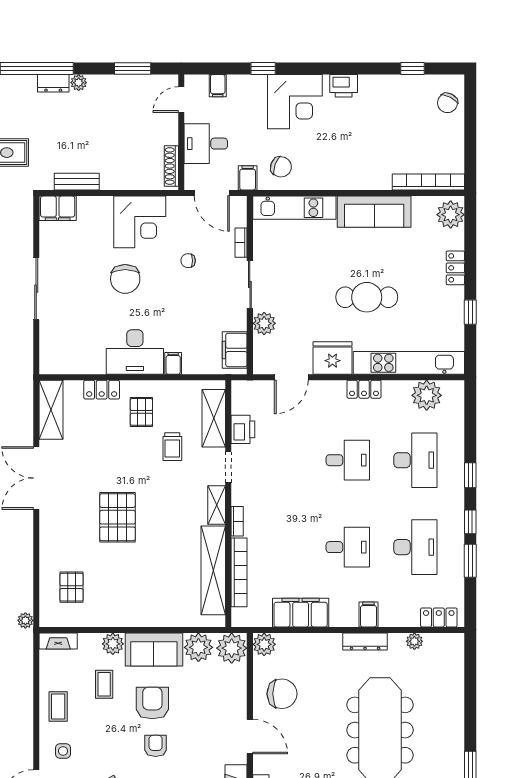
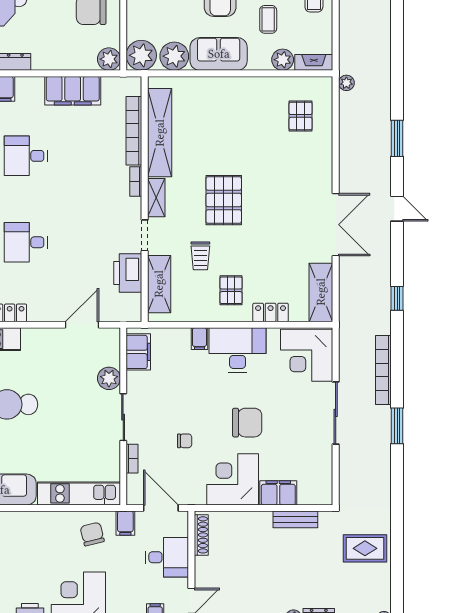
chair: (281, 167) -> (92, 534), turned 56
filing cabinet: (58, 208) -> (278, 493), moved
chair: (125, 279) -> (247, 423), turned 90
corner desk: (65, 347) -> (307, 355), added
fridge: (332, 358) -> (41, 344), removed
printer: (243, 429) -> (128, 273), width x1.37, depth x1.19
trolley: (172, 447) -> (200, 256), turned 180
pallet: (117, 517) -> (224, 200), moved
plant: (113, 644) -> (283, 60), moved

